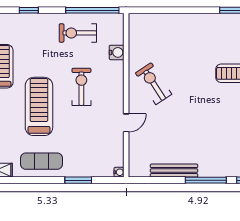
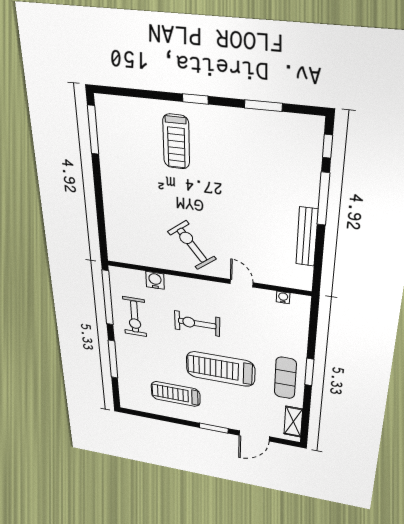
window: (29, 10) -> (113, 359), width x2.17
exercise bike: (154, 84) -> (192, 245), turned 85
water cooler: (119, 172) -> (283, 297), moved
window: (78, 180) -> (309, 372), moved

